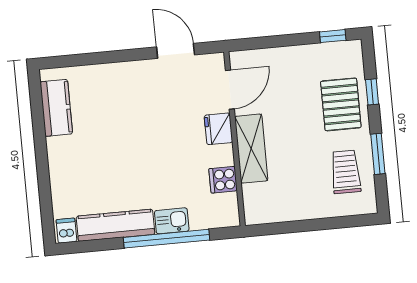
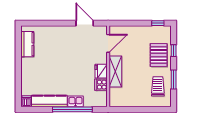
fridge: (218, 129) -> (101, 71), moved

